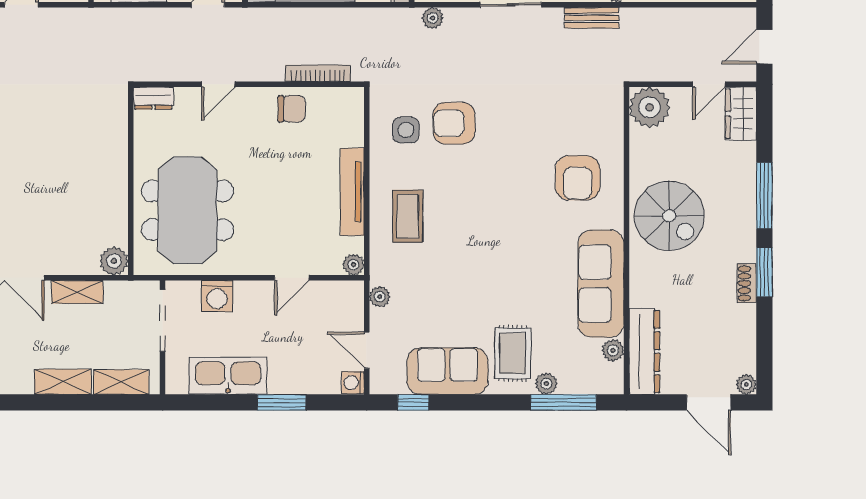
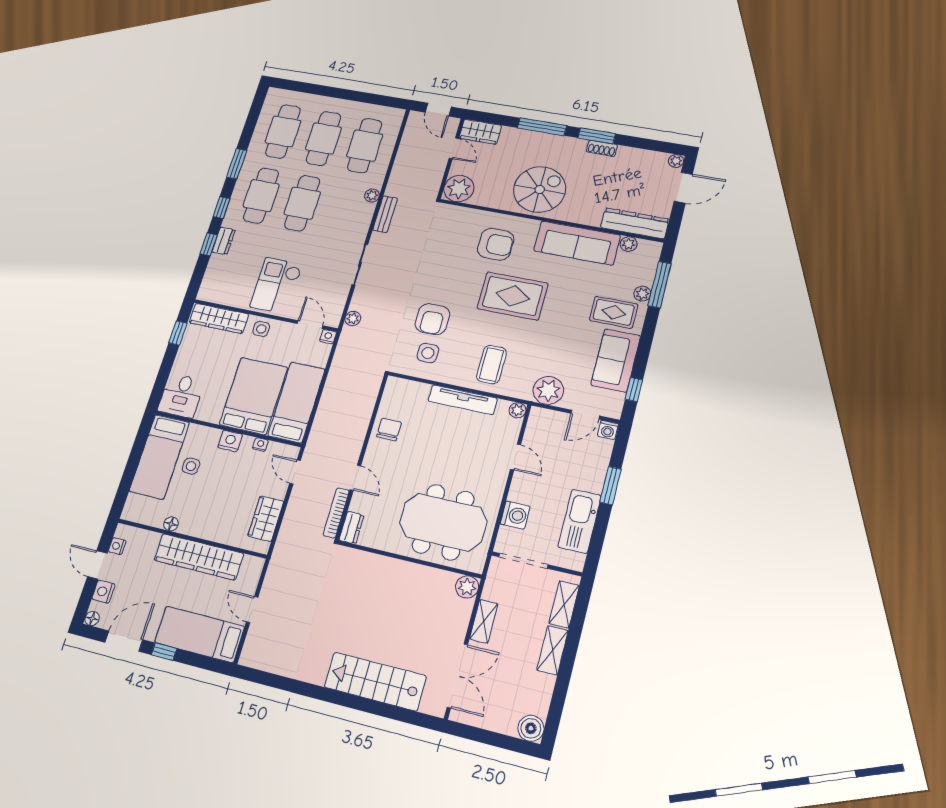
bookcase: (318, 73) -> (336, 513), moved
coffee table: (408, 216) -> (492, 365), turned 90
rug: (509, 219) -> (513, 296), added
plant: (380, 297) -> (548, 390), width x1.88, depth x1.88

